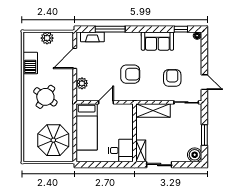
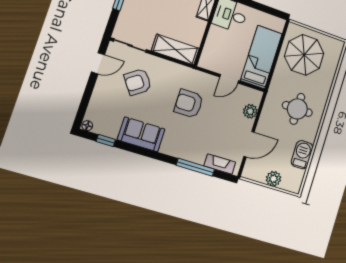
armchair: (172, 78) -> (138, 82), turned 54
door: (204, 82) -> (98, 63), swing flipped
round table: (45, 97) -> (297, 109), turned -35

